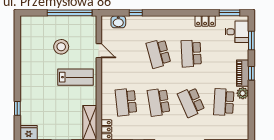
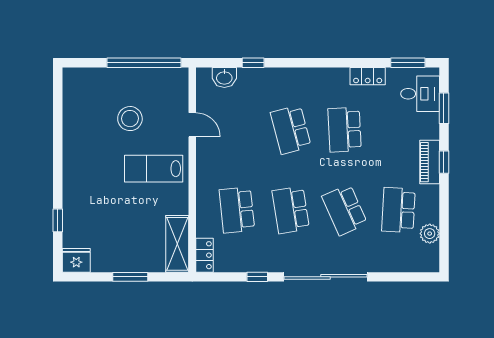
lab bench: (76, 77) -> (154, 169), turned 180
plant: (243, 93) -> (430, 234), moved

